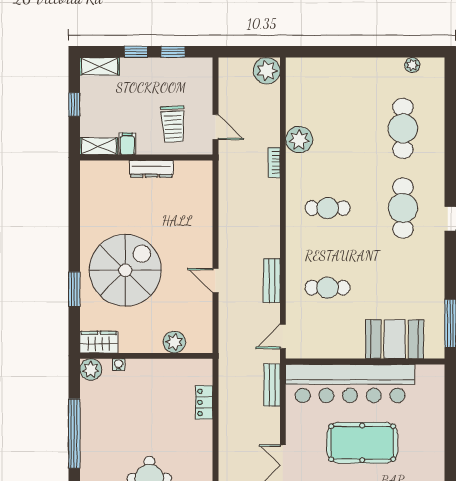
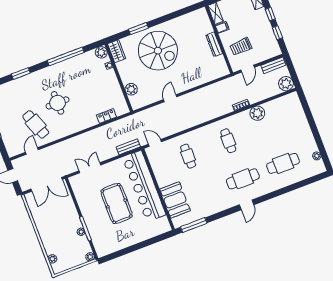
bench: (272, 281) -> (273, 65), moved

